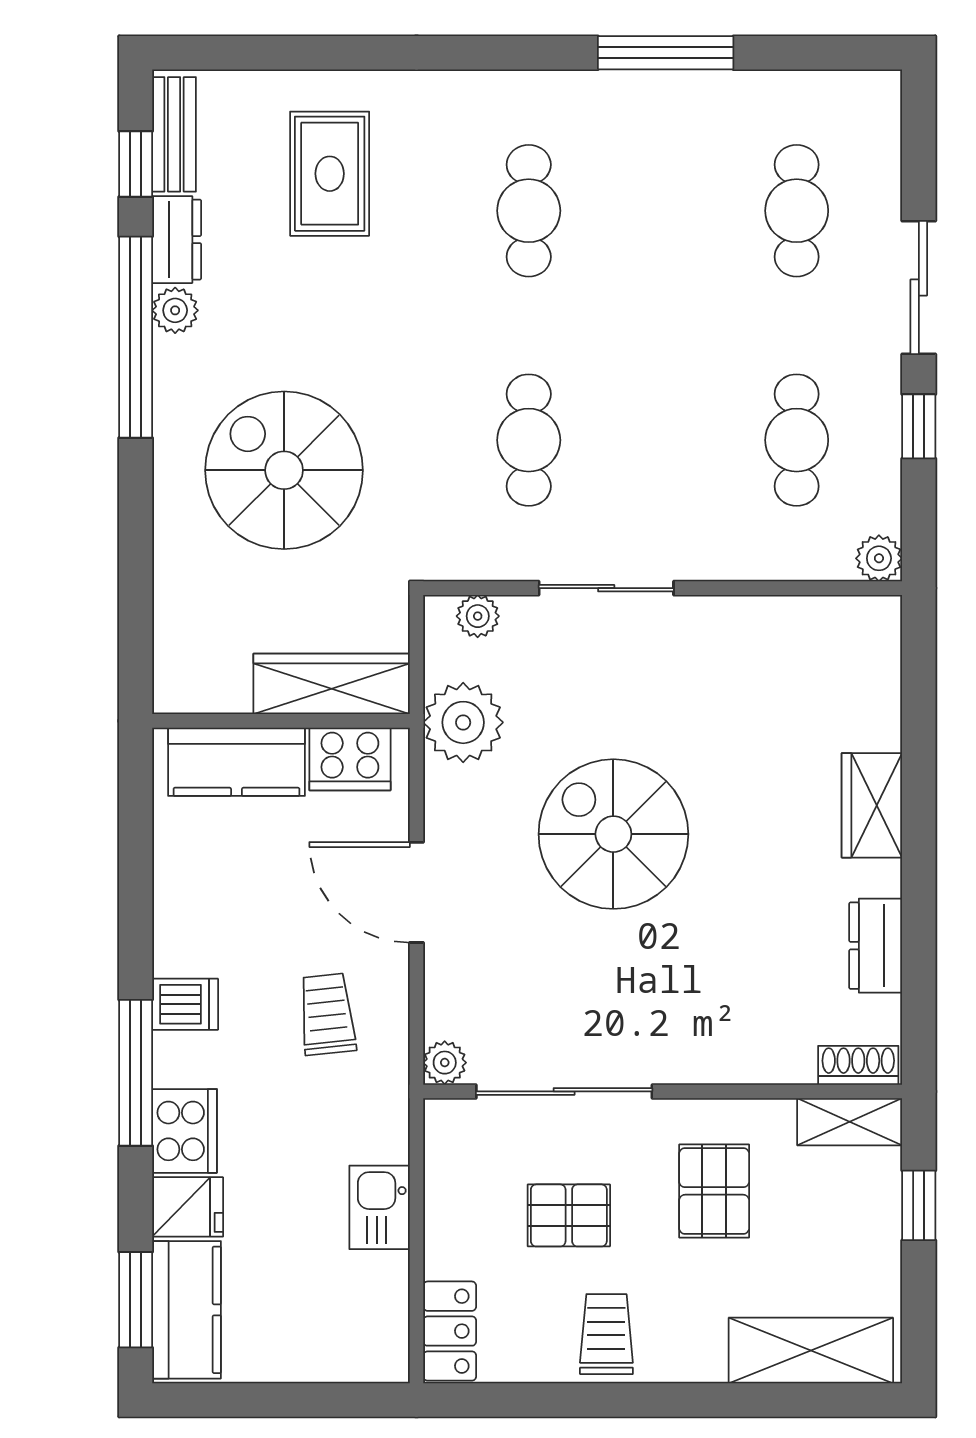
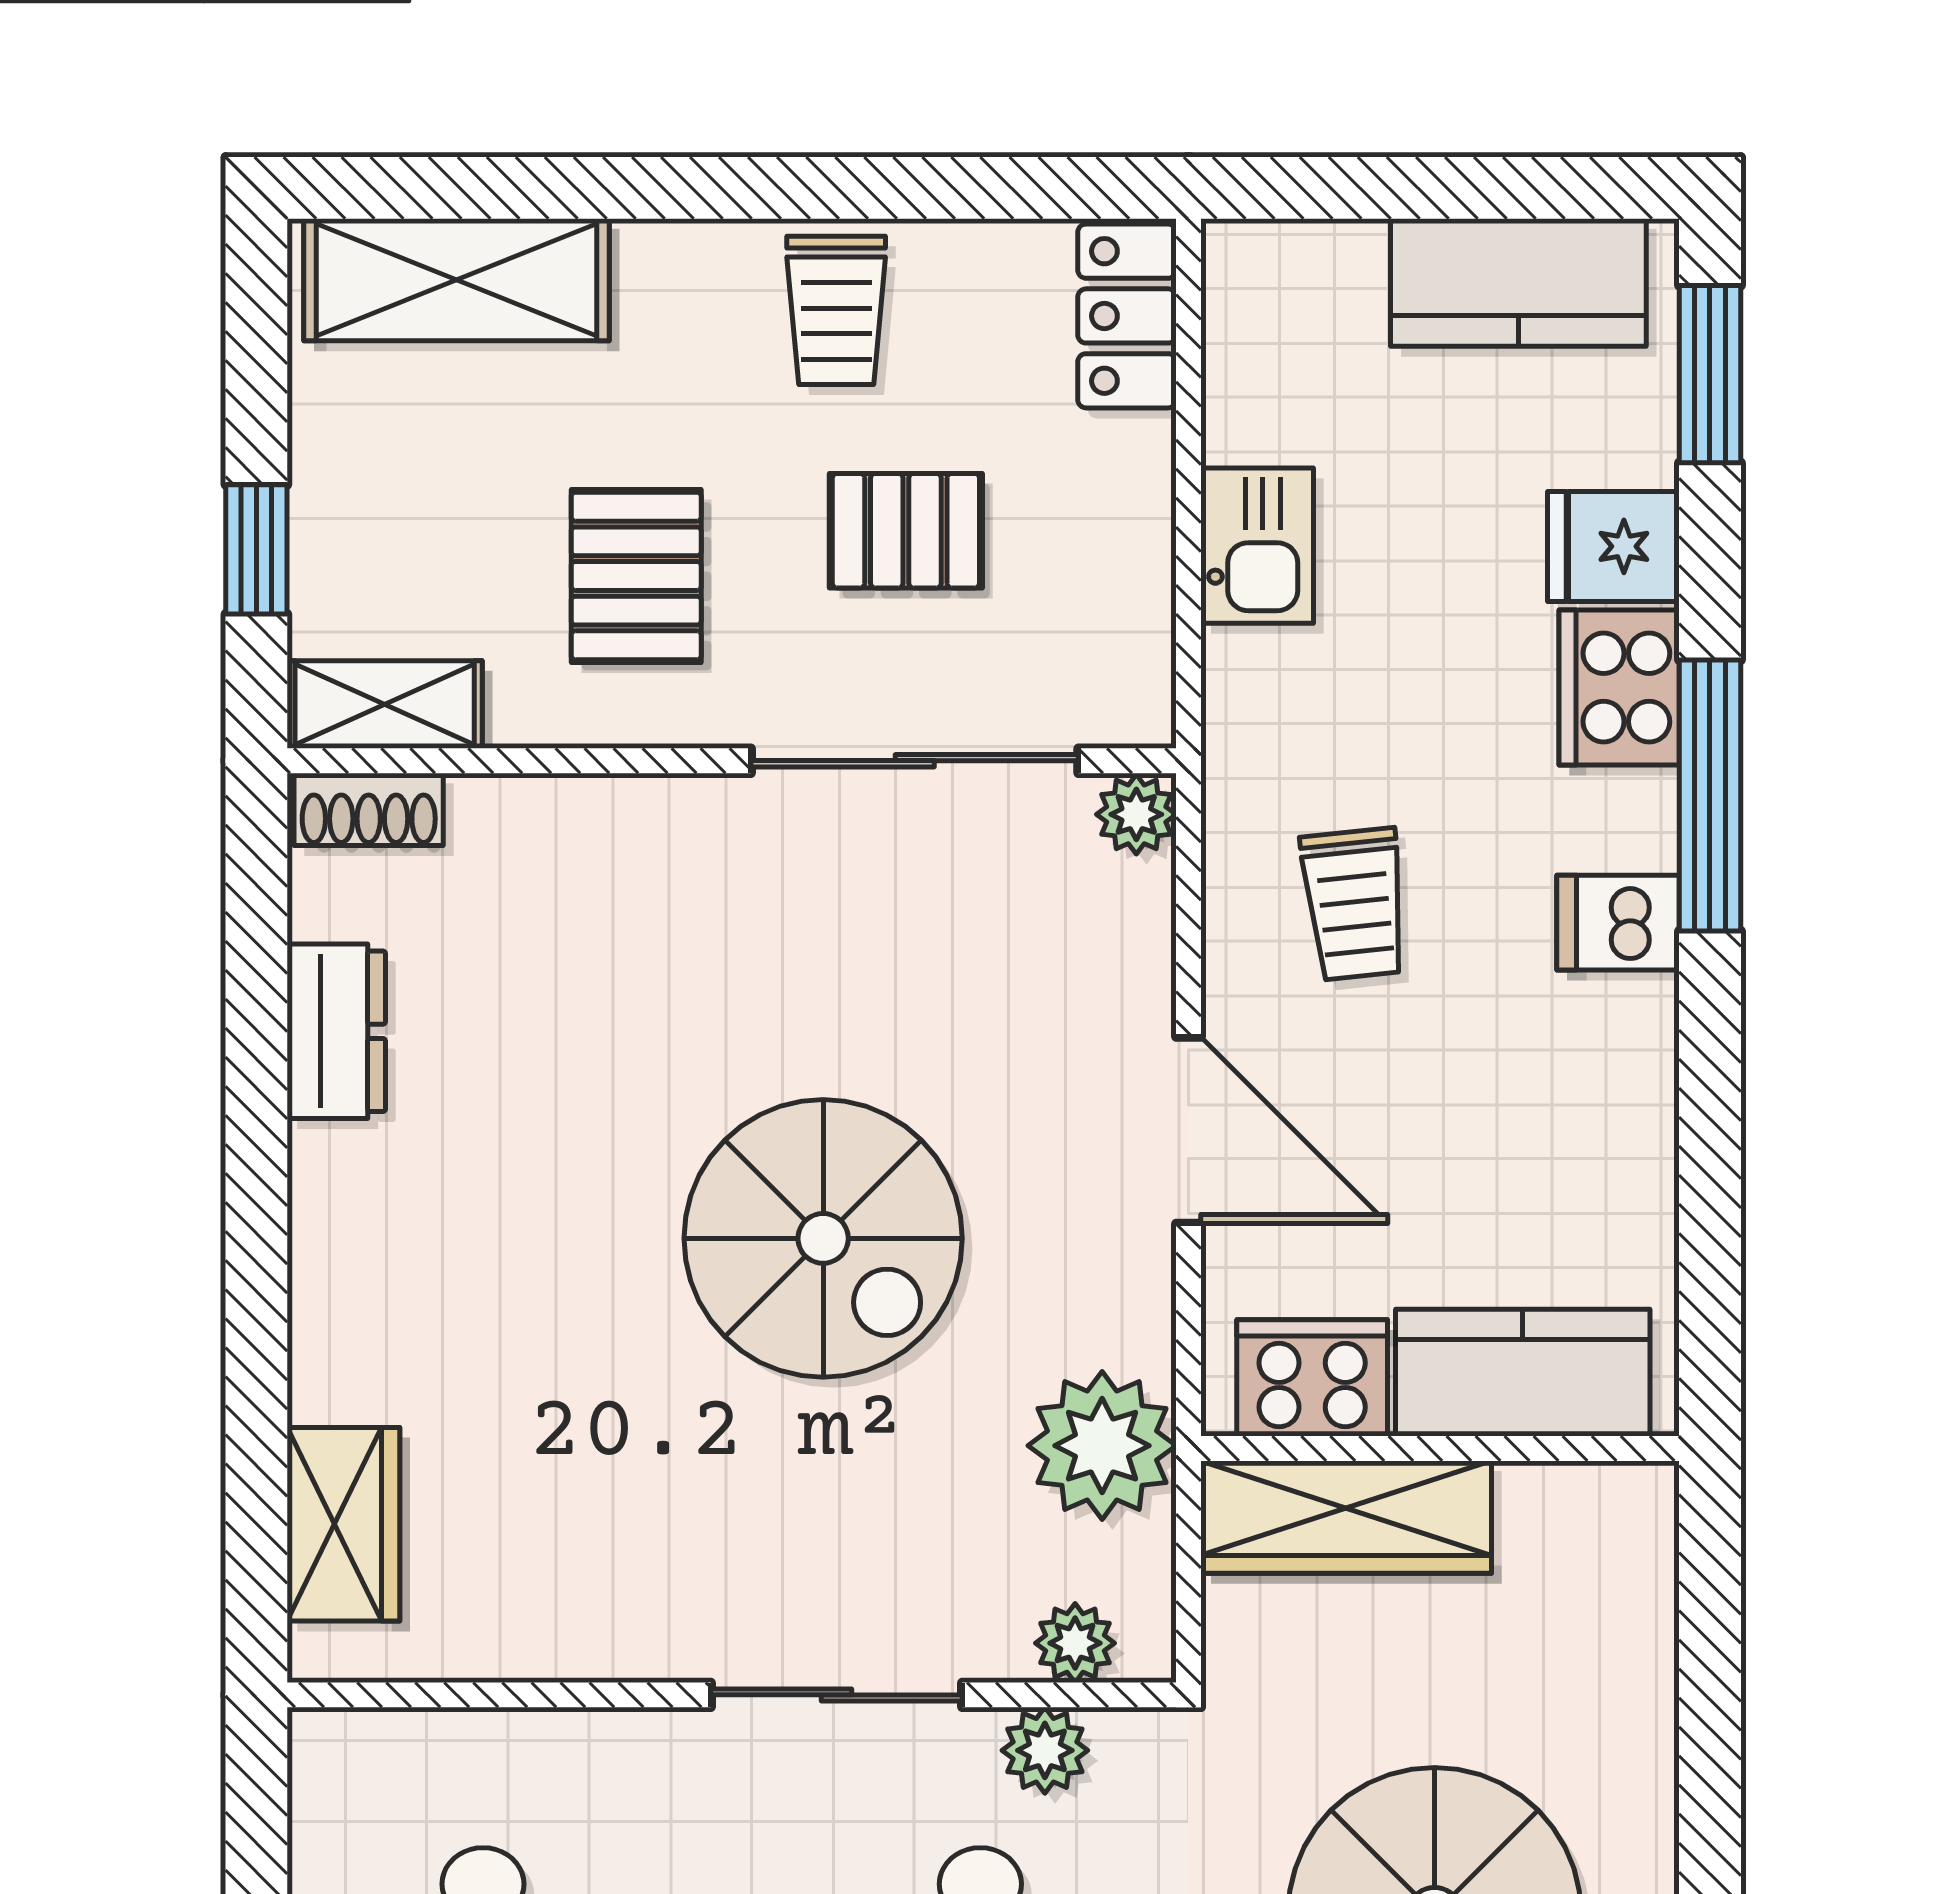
plant: (879, 558) -> (1045, 1750), moved
wardrobe: (872, 805) -> (343, 1524), moved
kitchen counter: (187, 1310) -> (1518, 283), moved, turned -90

